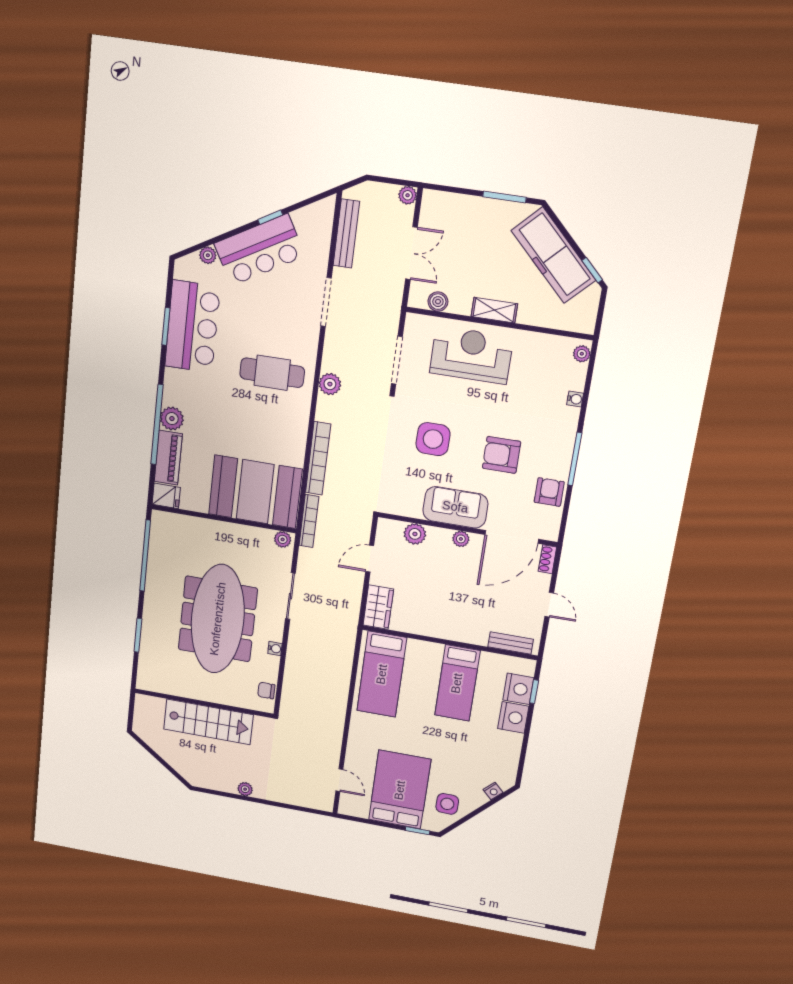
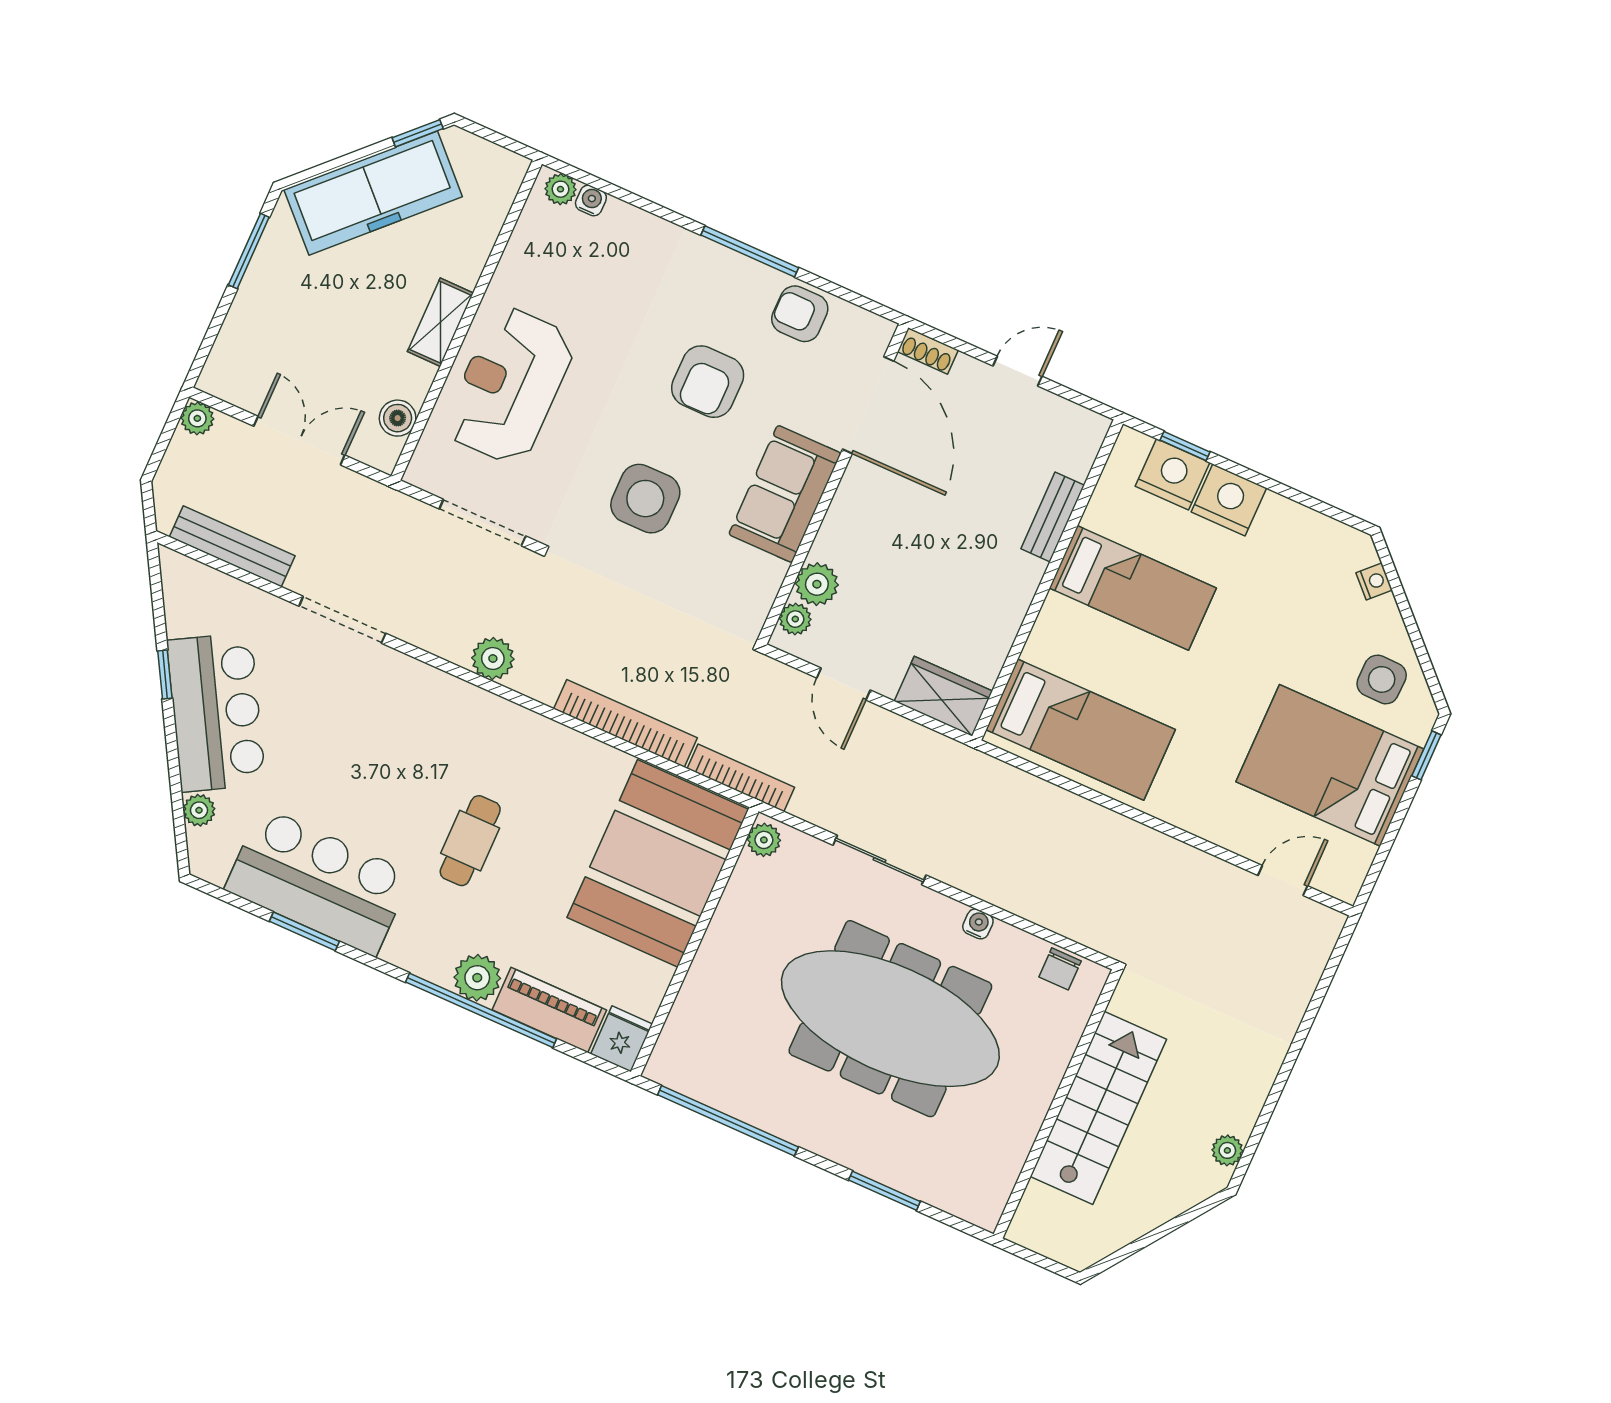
cafe table: (272, 373) -> (470, 841), moved, width x0.73, depth x0.74
water cooler: (575, 399) -> (591, 200), moved
plant: (461, 539) -> (795, 619), moved
bench: (511, 643) -> (1053, 517), moved
plant: (245, 789) -> (1227, 1150), moved

